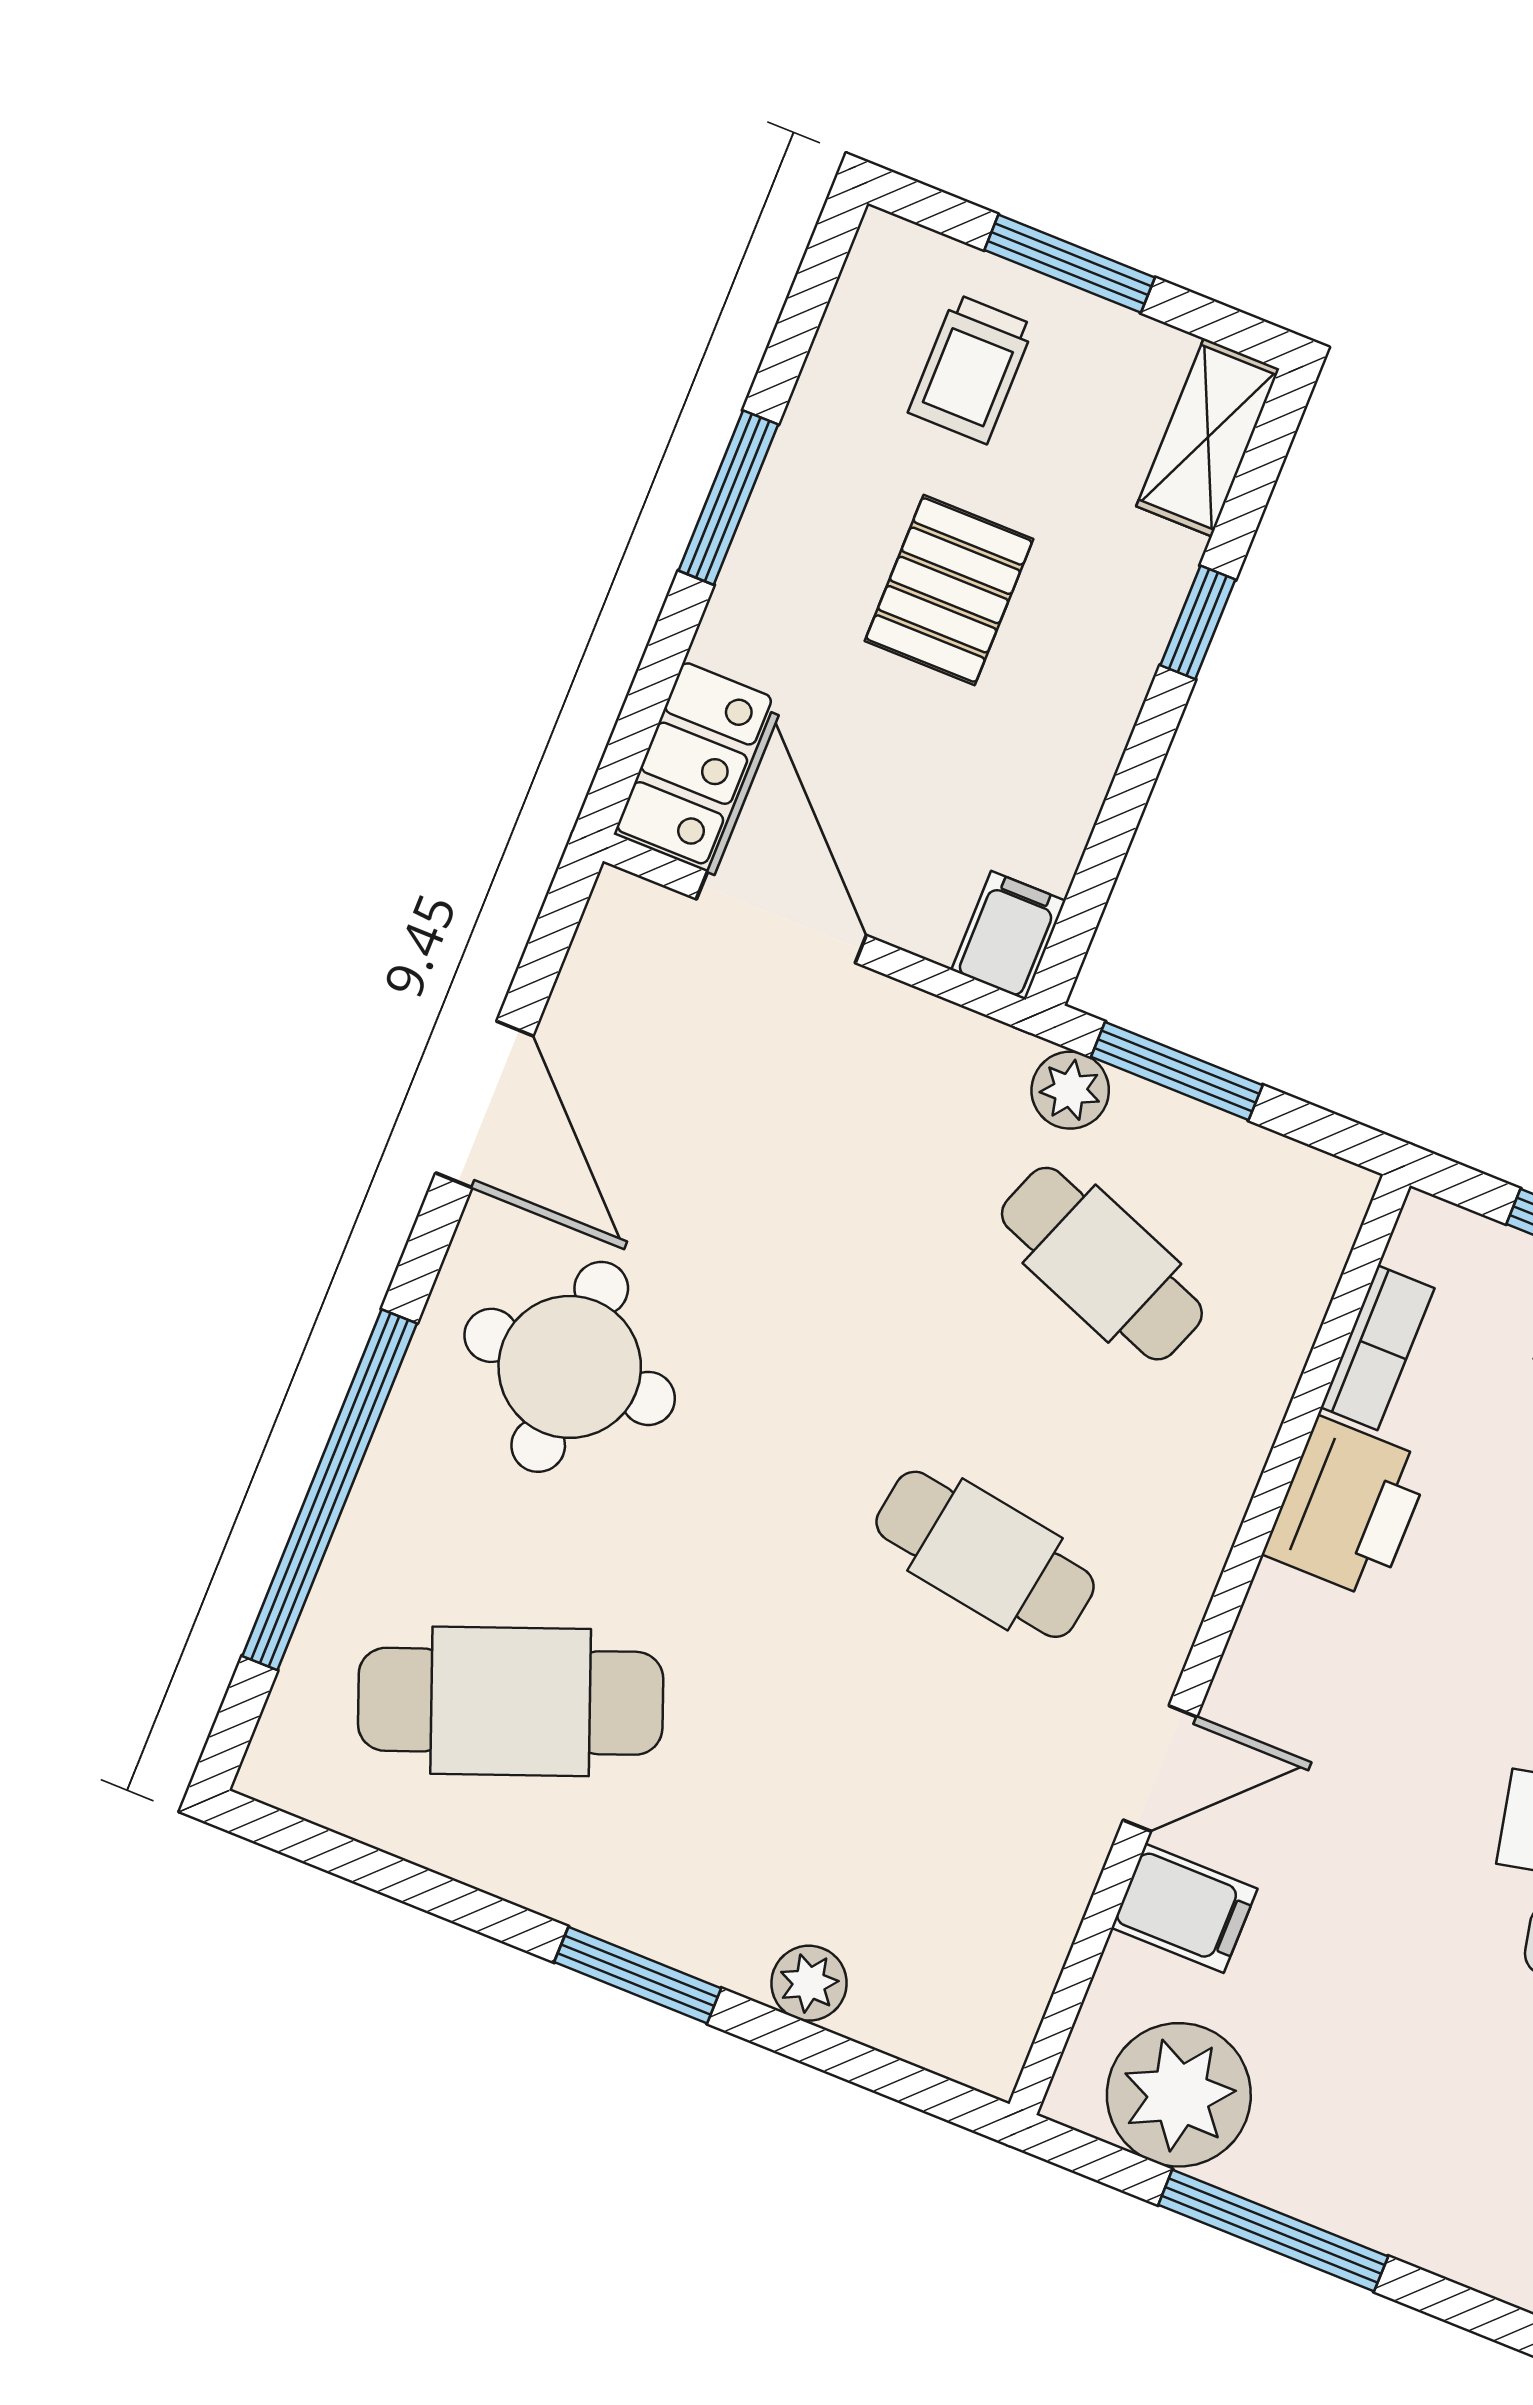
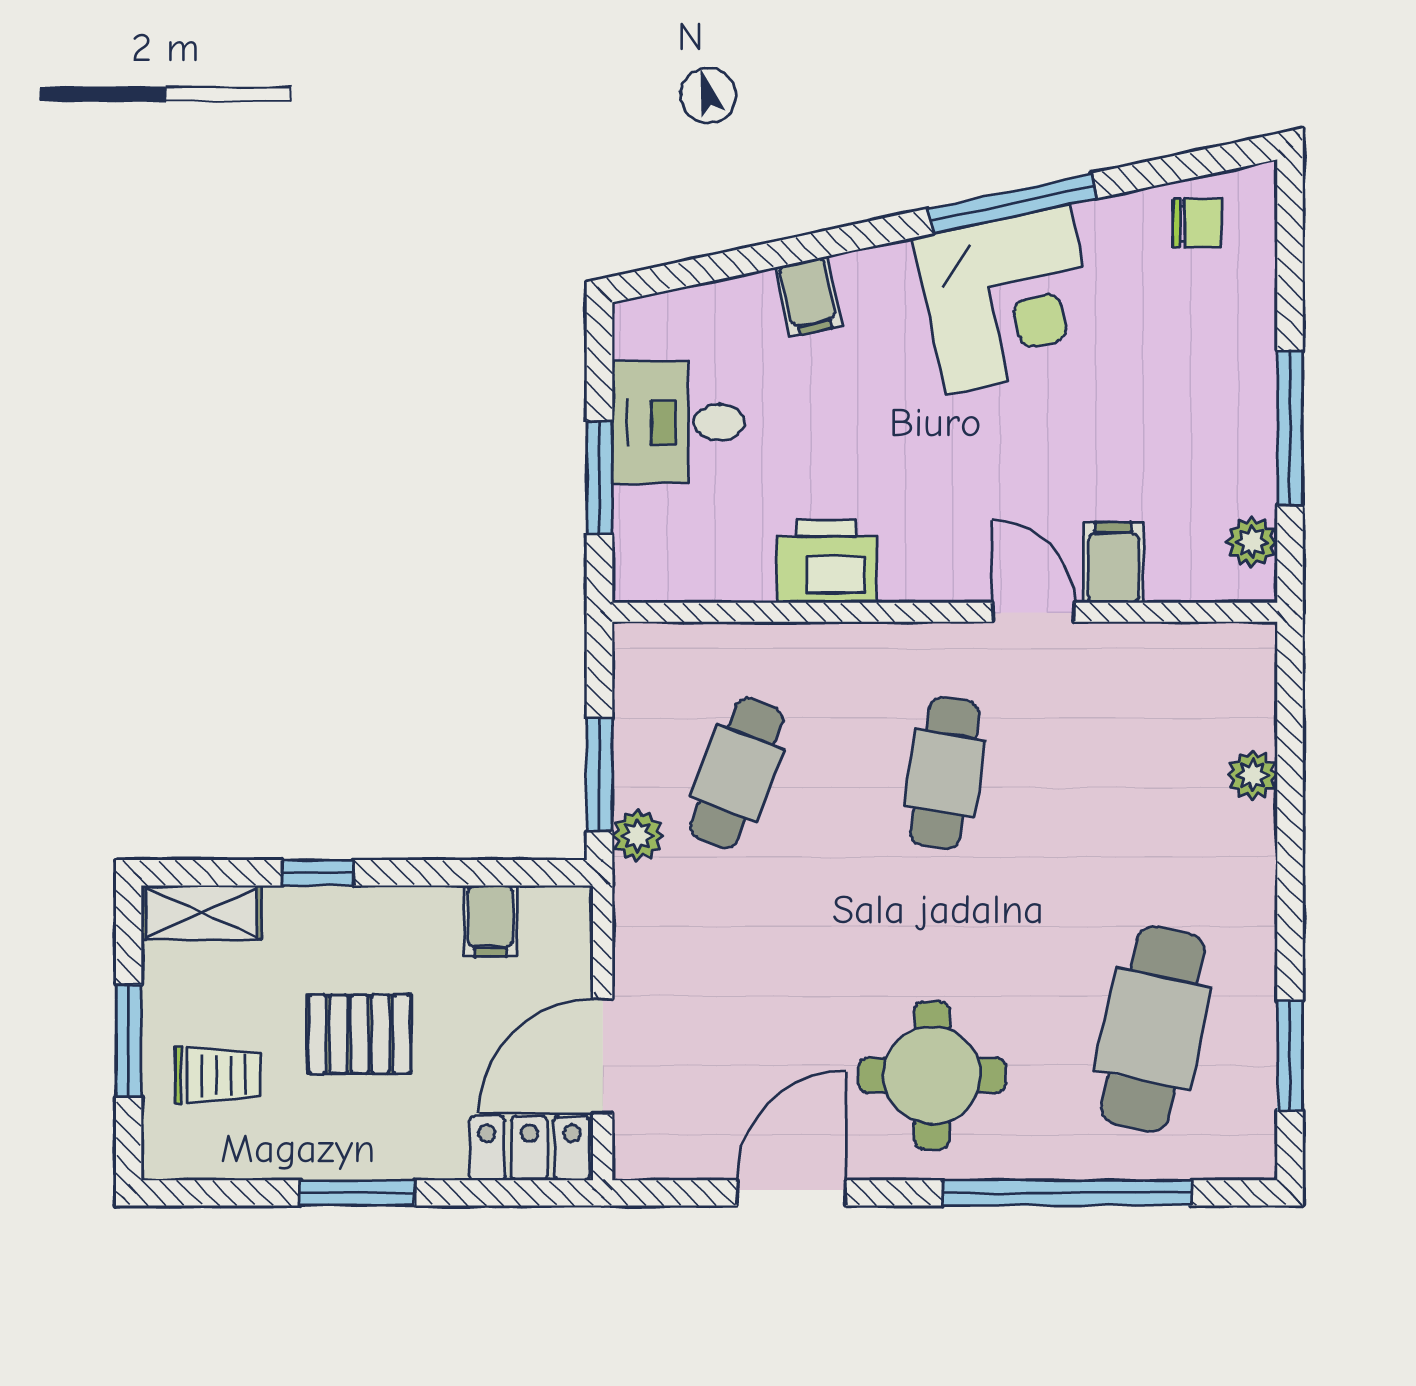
filing cabinet: (1008, 935) -> (490, 921), moved, turned -90
bookcase: (1377, 1348) -> (720, 582), removed
cafe table: (511, 1701) -> (1153, 1029), turned 33
window: (638, 1975) -> (1290, 1056), moved
plant: (1179, 2095) -> (1252, 542), width x0.53, depth x0.53

